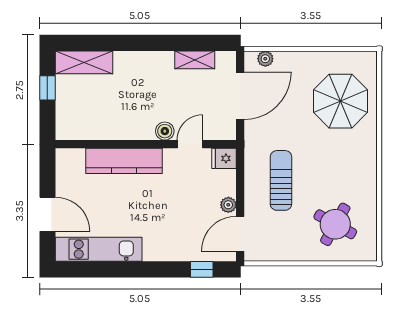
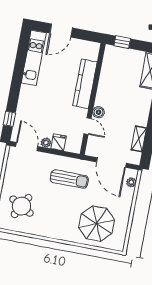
window: (47, 88) -> (122, 42), moved
fridge: (224, 158) -> (58, 142), moved
sun lounger: (281, 180) -> (69, 179), moved

